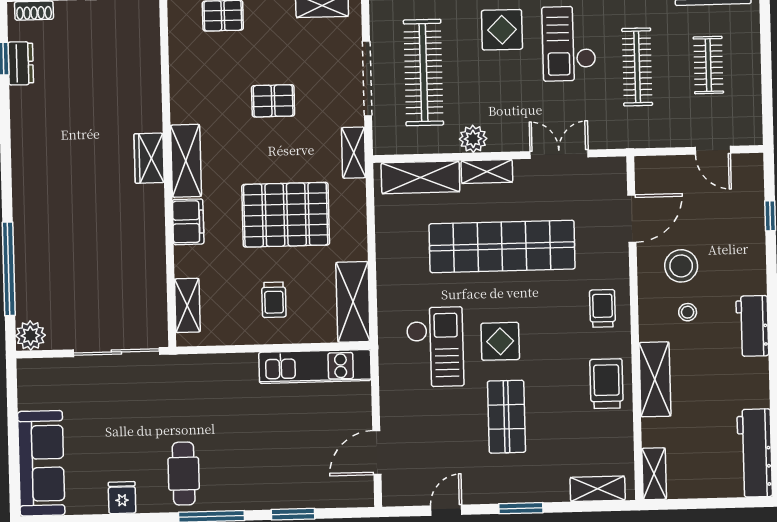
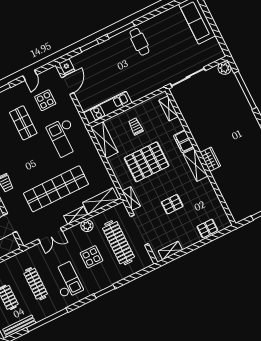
display table: (502, 30) -> (91, 257), moved
display table: (500, 341) -> (45, 100), moved
fridge: (122, 498) -> (67, 67), moved

